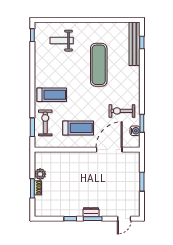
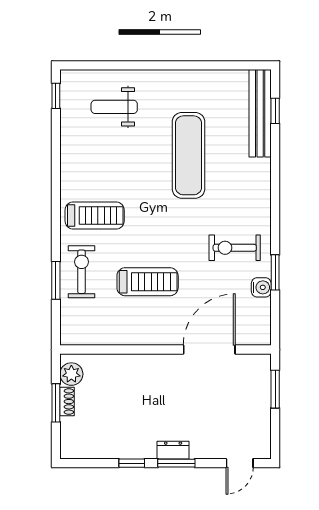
wall: (87, 150) -> (166, 349), moved
door: (109, 150) -> (209, 349), moved

